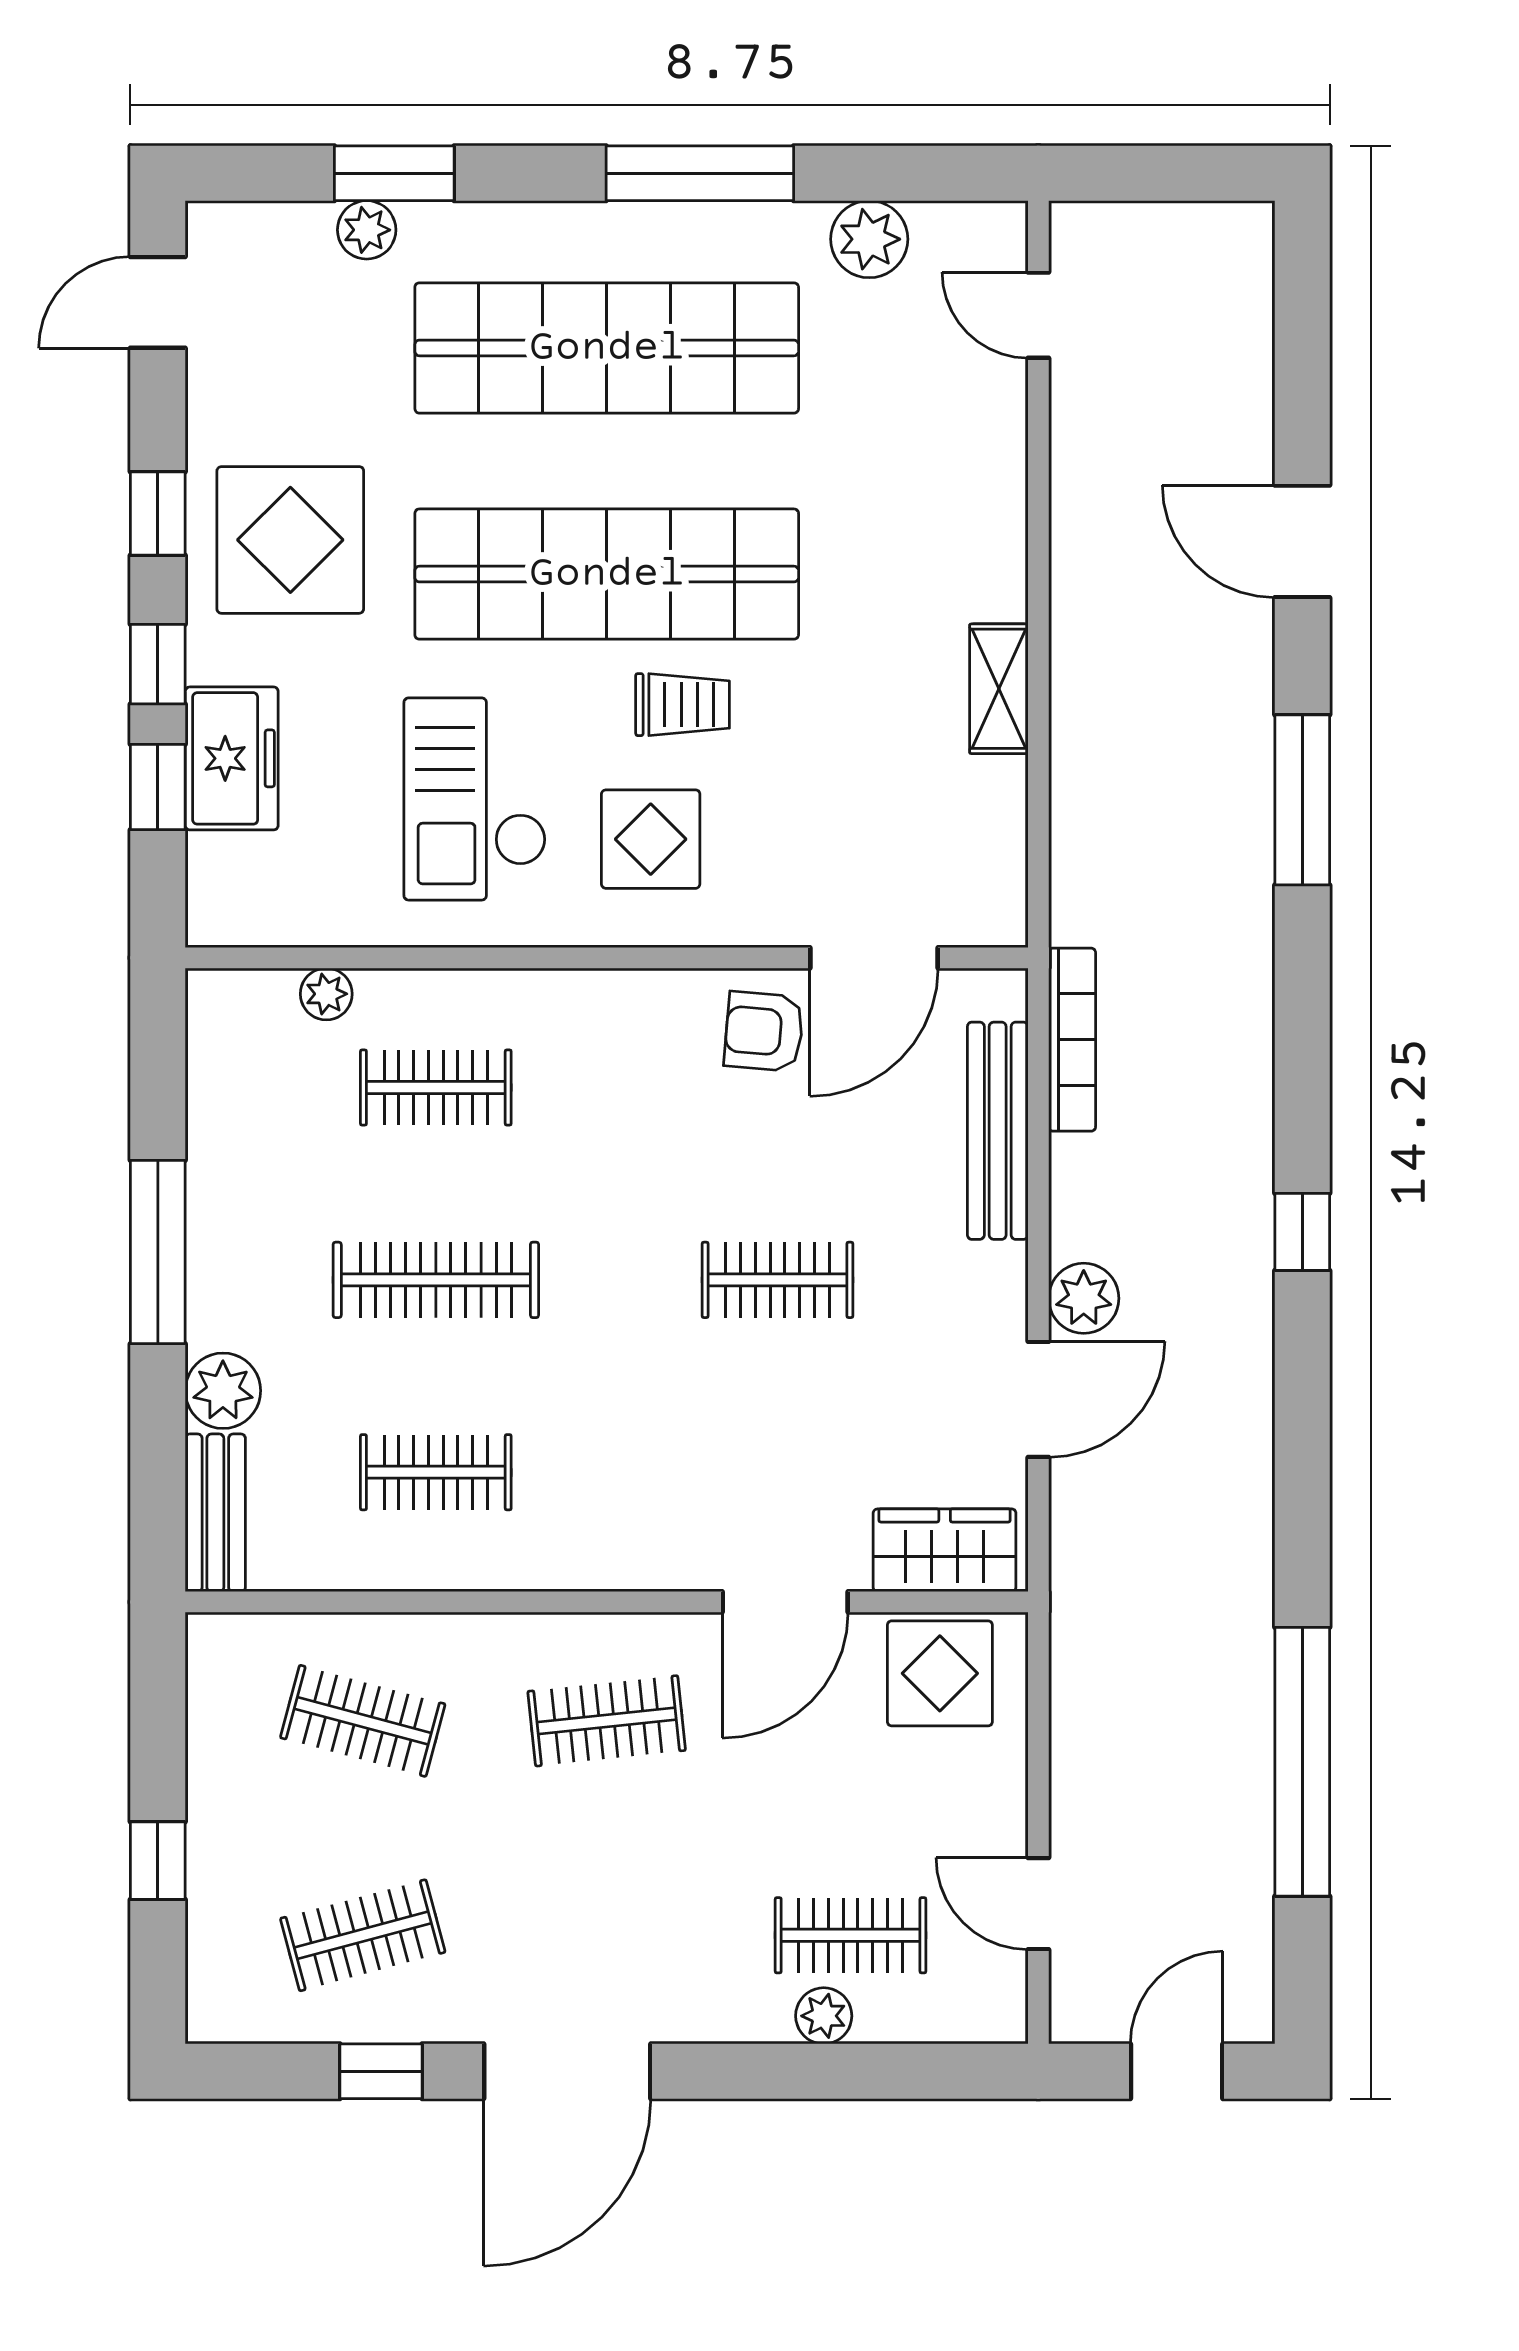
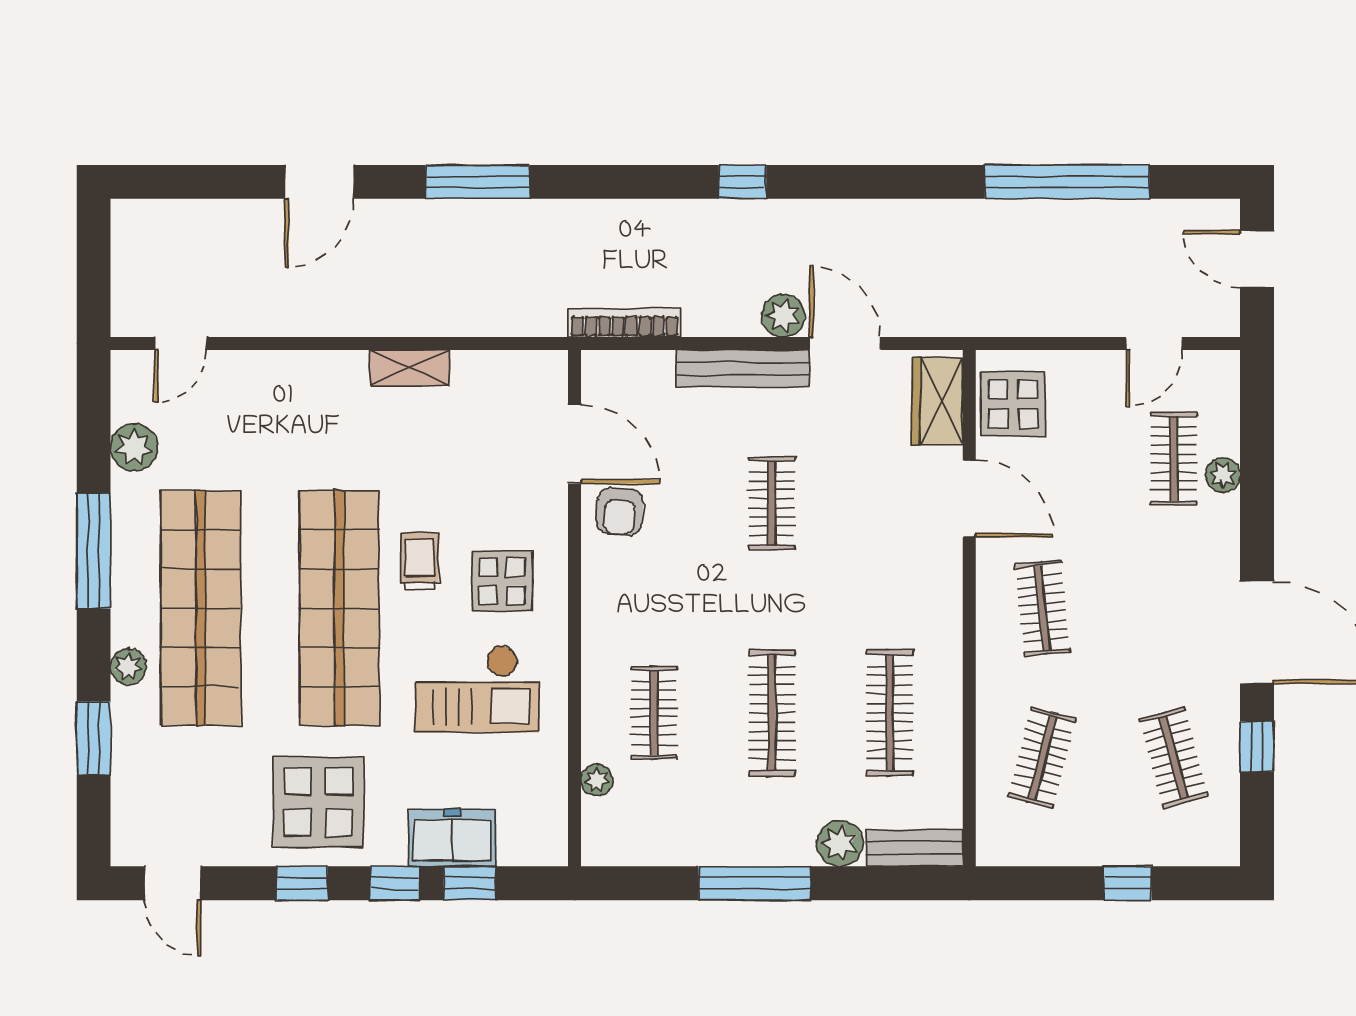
plant: (367, 230) -> (128, 666), moved
bench: (998, 1131) -> (743, 368), moved
clothes rail: (436, 1472) -> (890, 713), width x1.36

